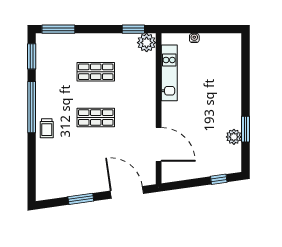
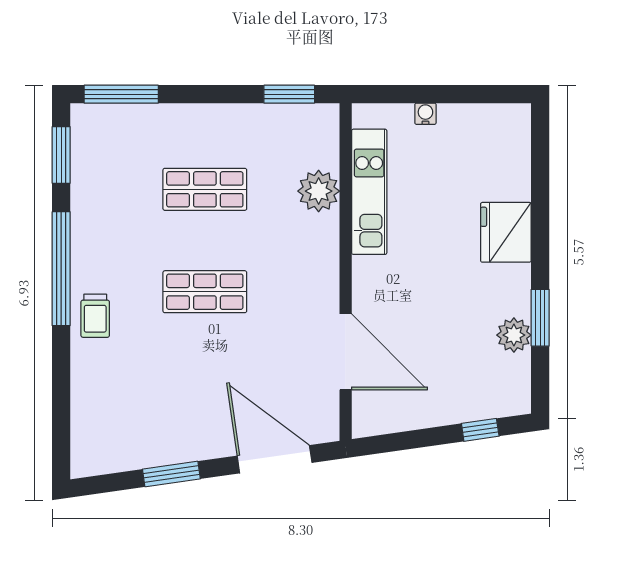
plant: (147, 43) -> (319, 191), moved
fridge: (230, 91) -> (506, 232), added

